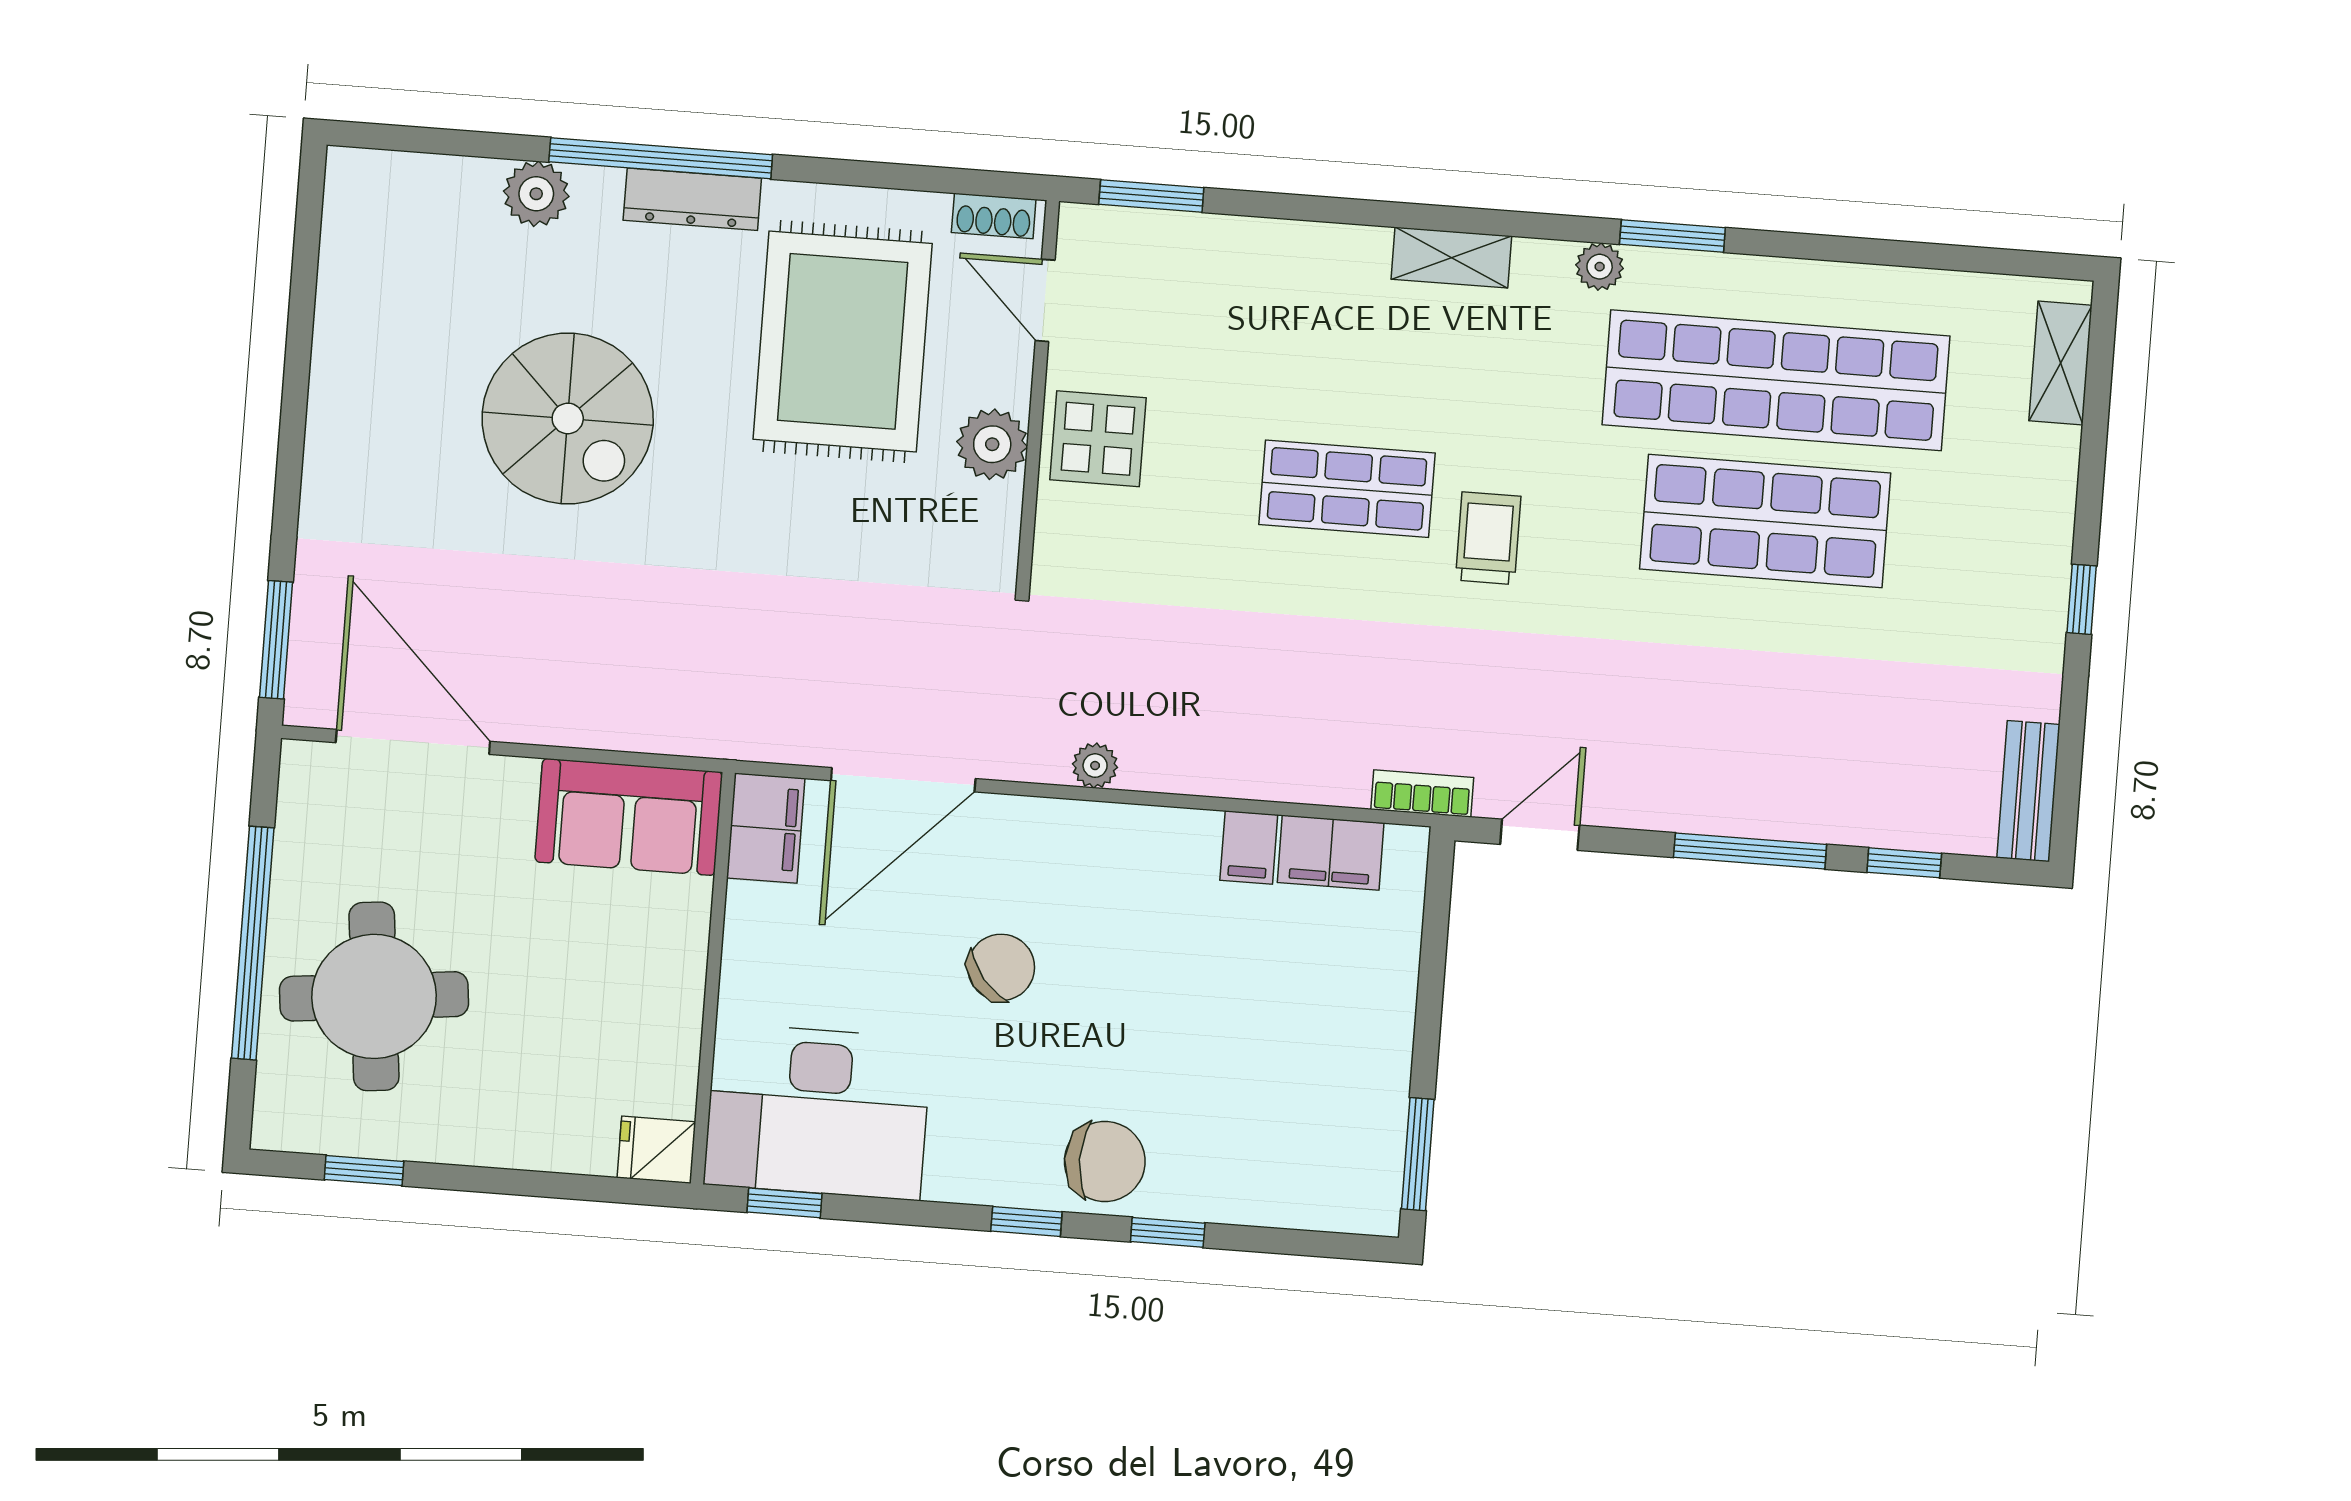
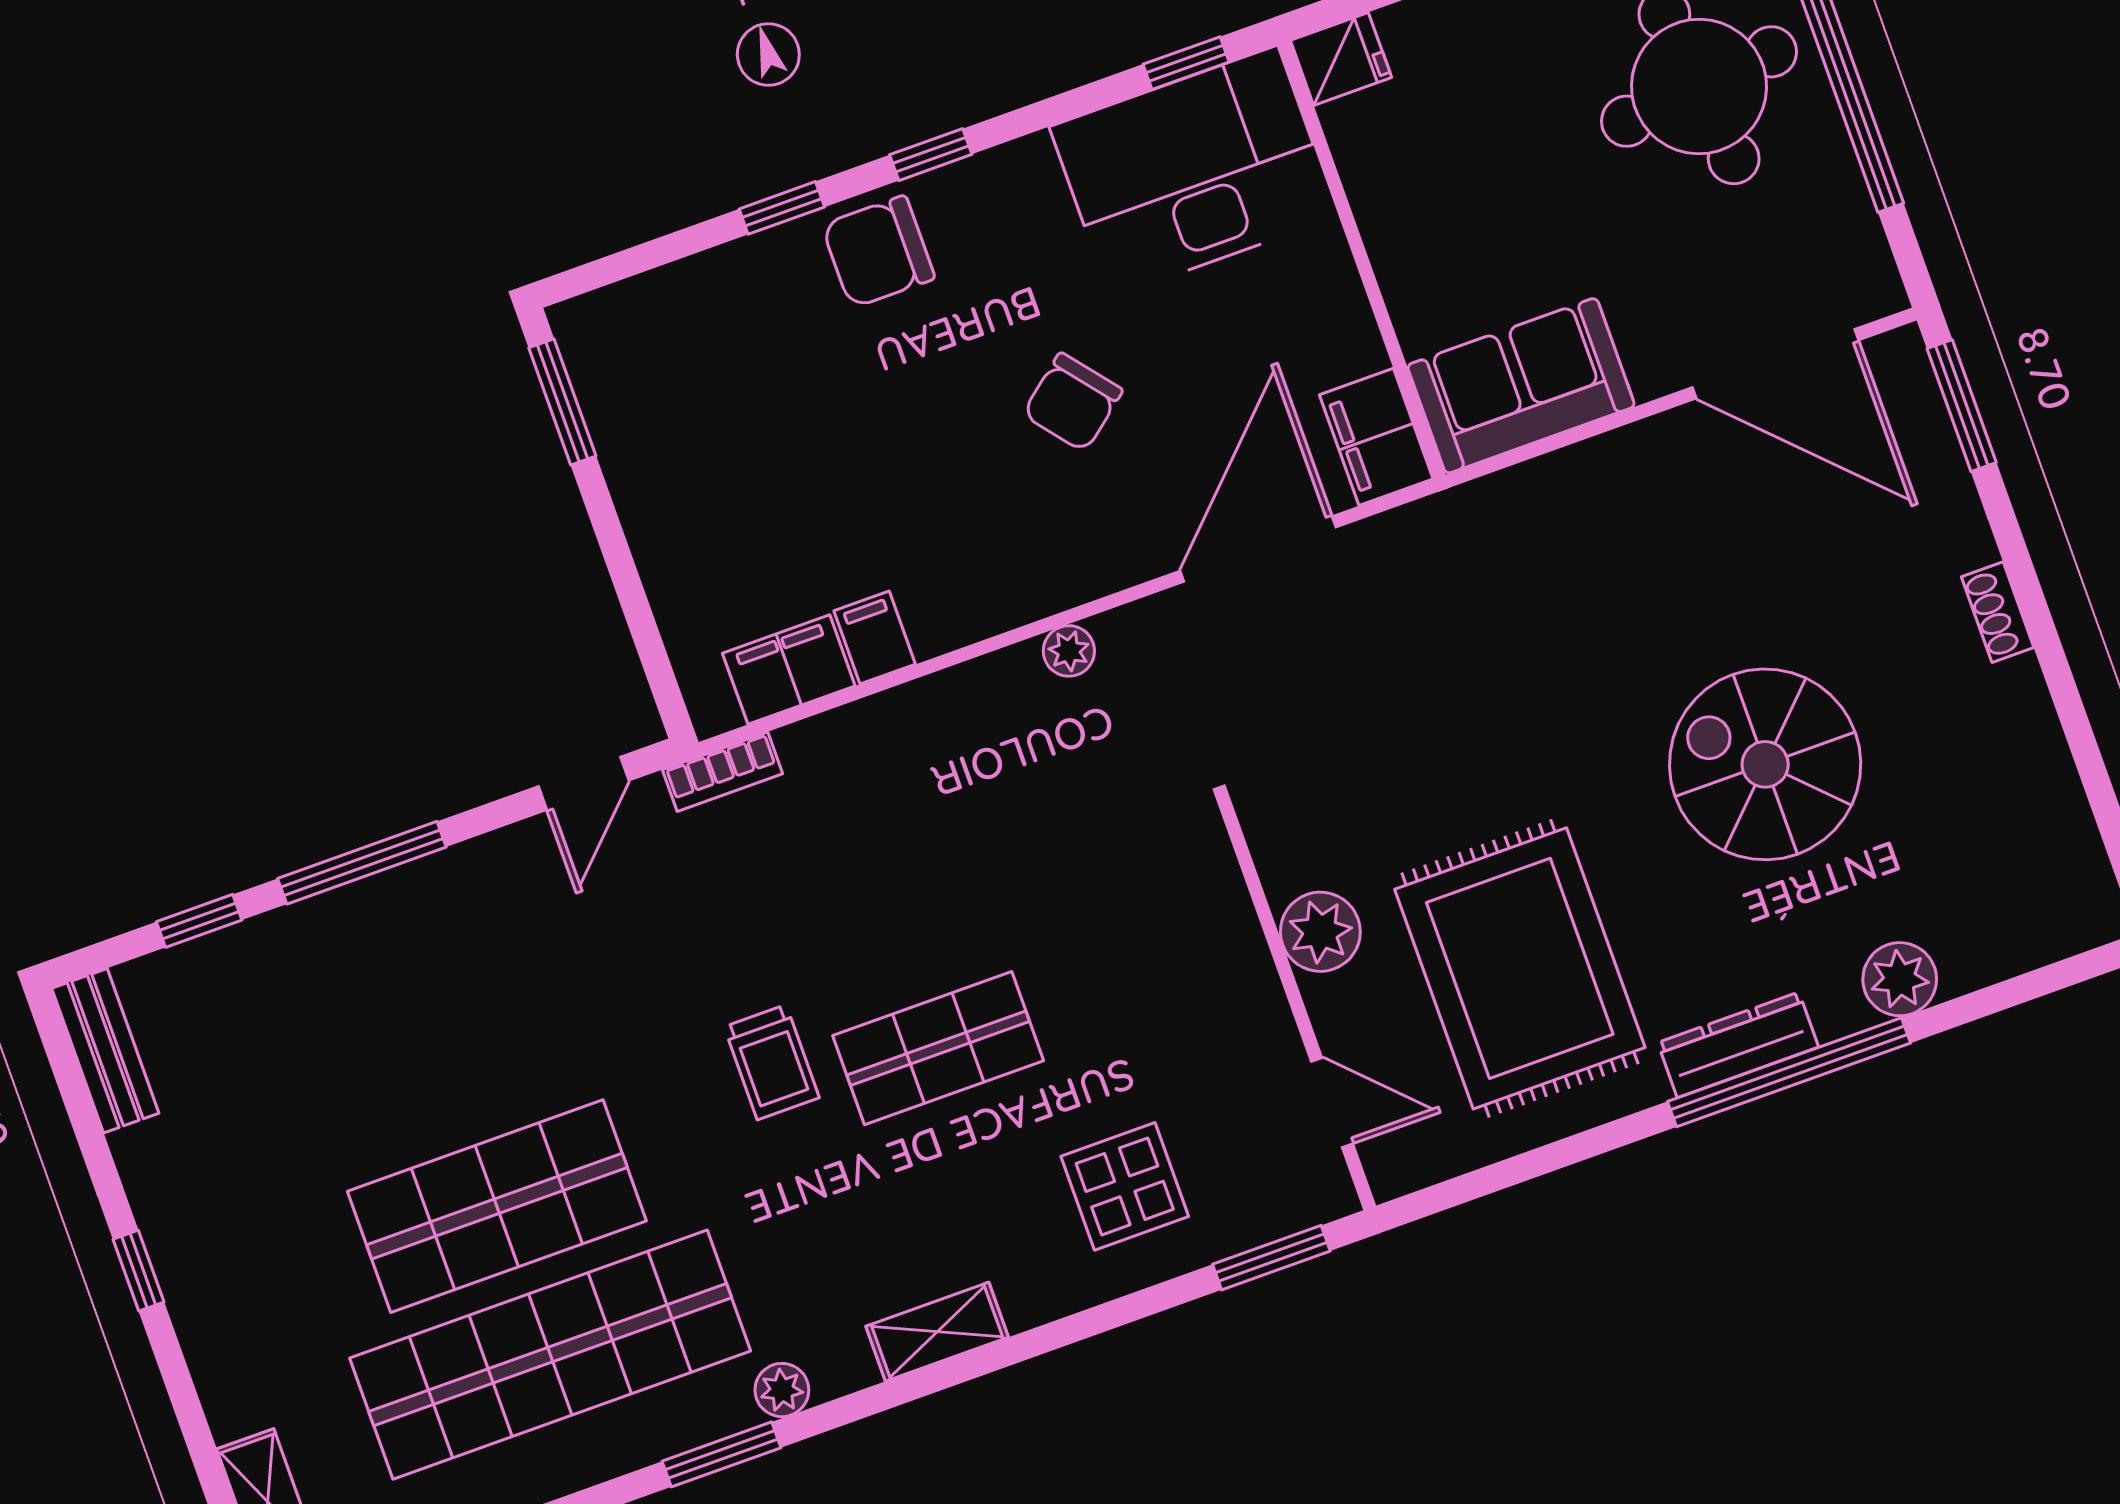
shoe rack: (994, 216) -> (1998, 612), moved, turned -90
display table: (1098, 439) -> (1125, 1186), moved

